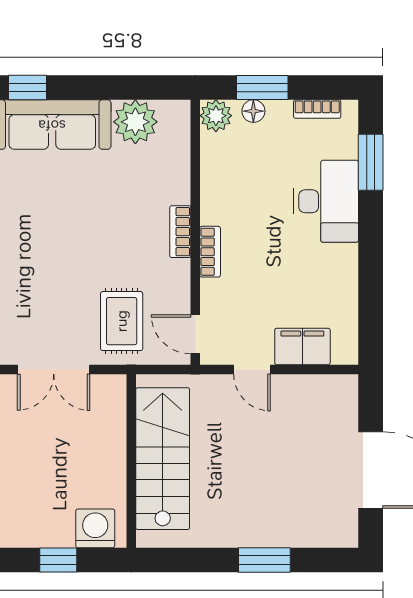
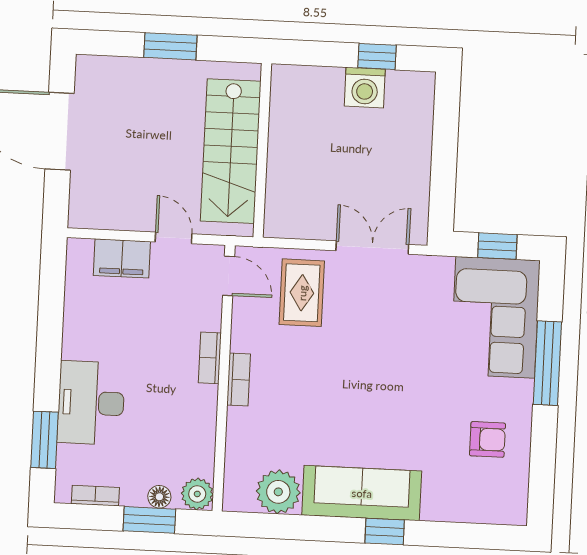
stairs: (163, 459) -> (231, 151), moved
wall: (131, 461) -> (262, 150), moved
washing machine: (95, 528) -> (365, 88), moved

